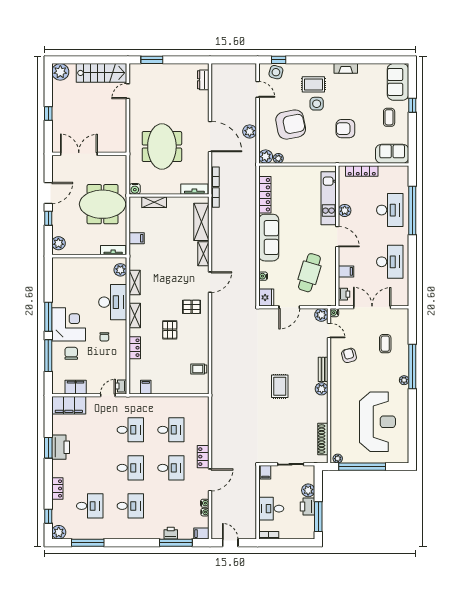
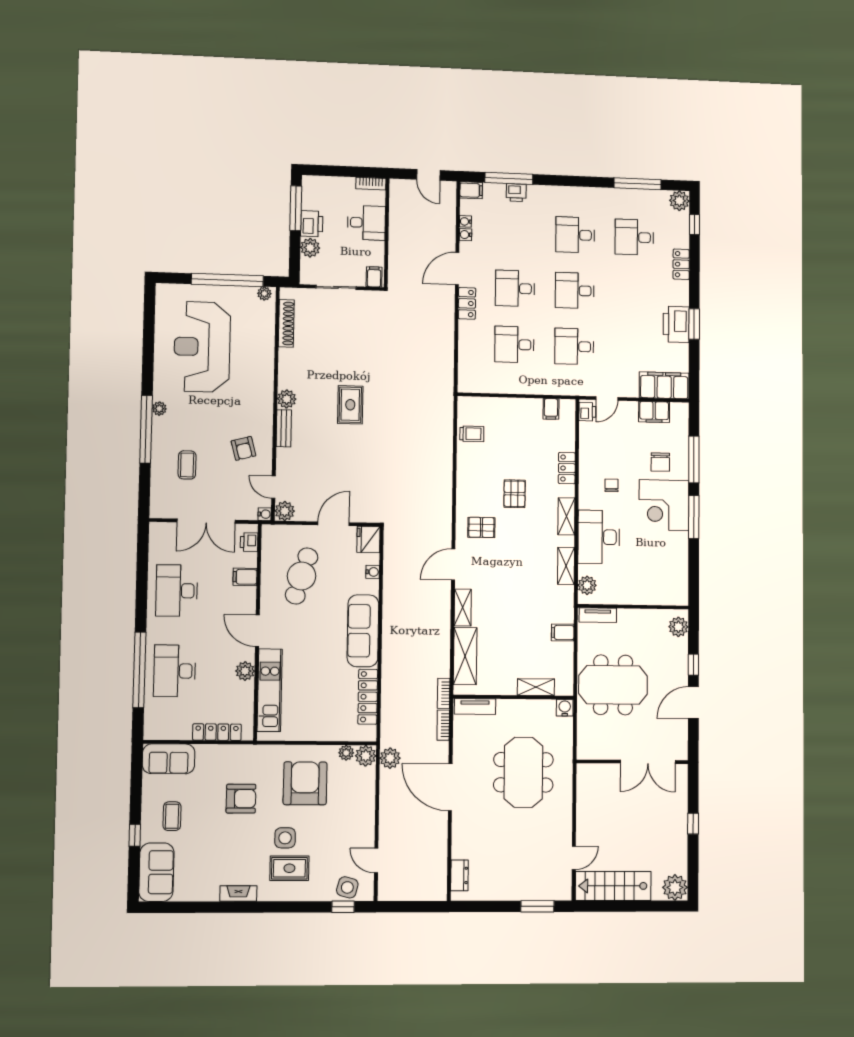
armchair: (291, 125) -> (305, 783), moved, turned 101
plant: (250, 131) -> (390, 758), moved

